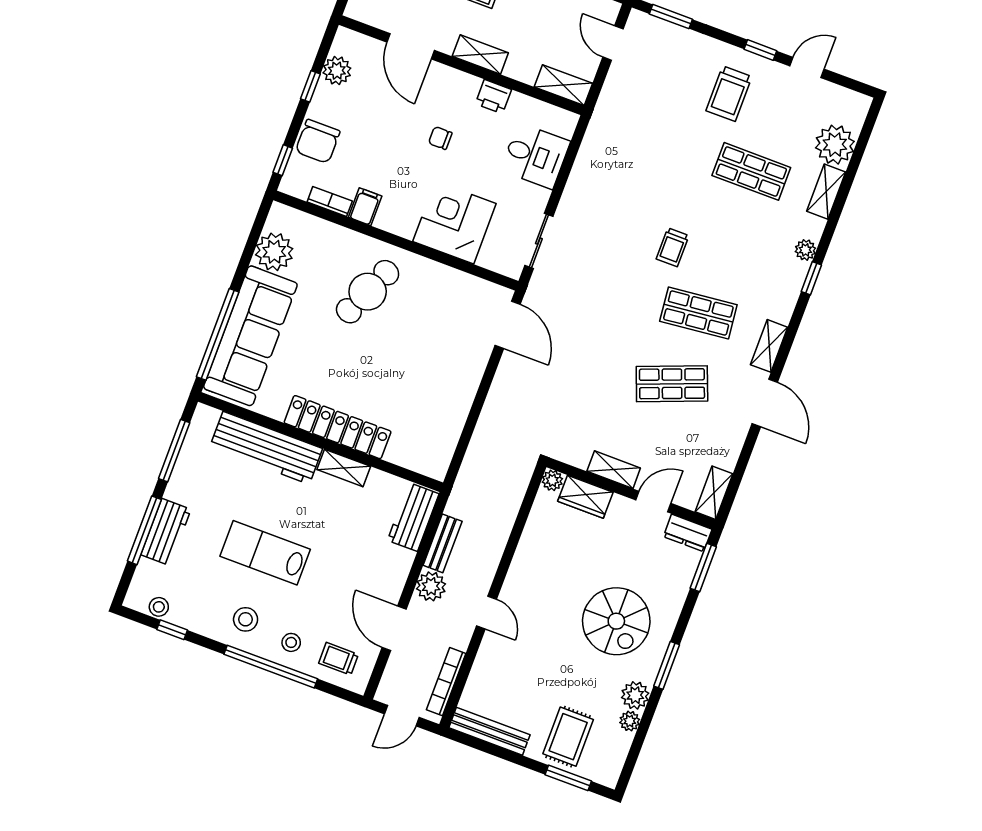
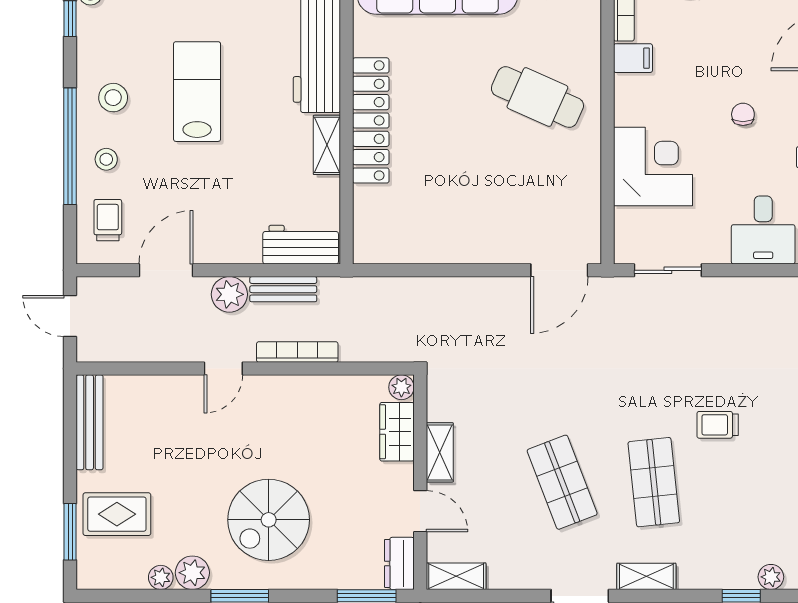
bookcase: (446, 682) -> (297, 352), moved

